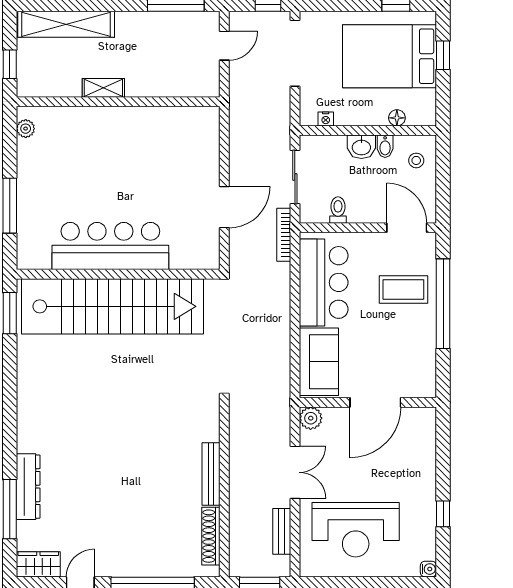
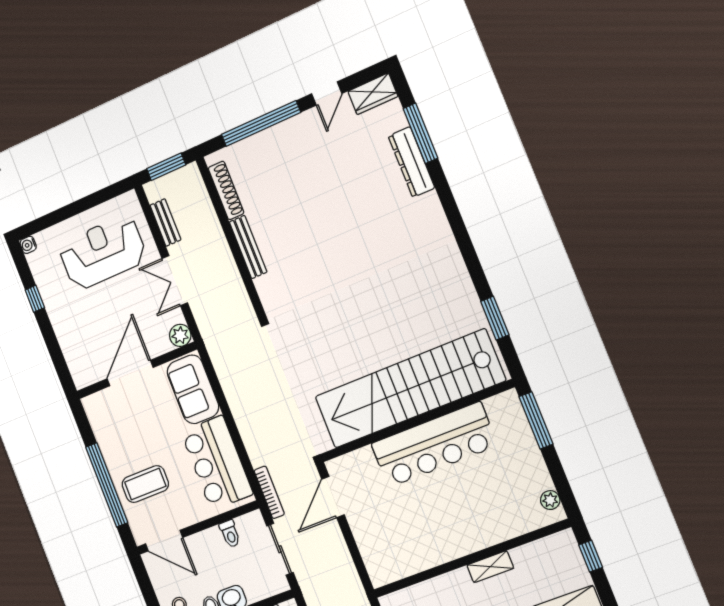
bar counter: (110, 246) -> (434, 445), moved
wall: (118, 274) -> (416, 421), moved
stairs: (113, 306) -> (409, 389), moved

